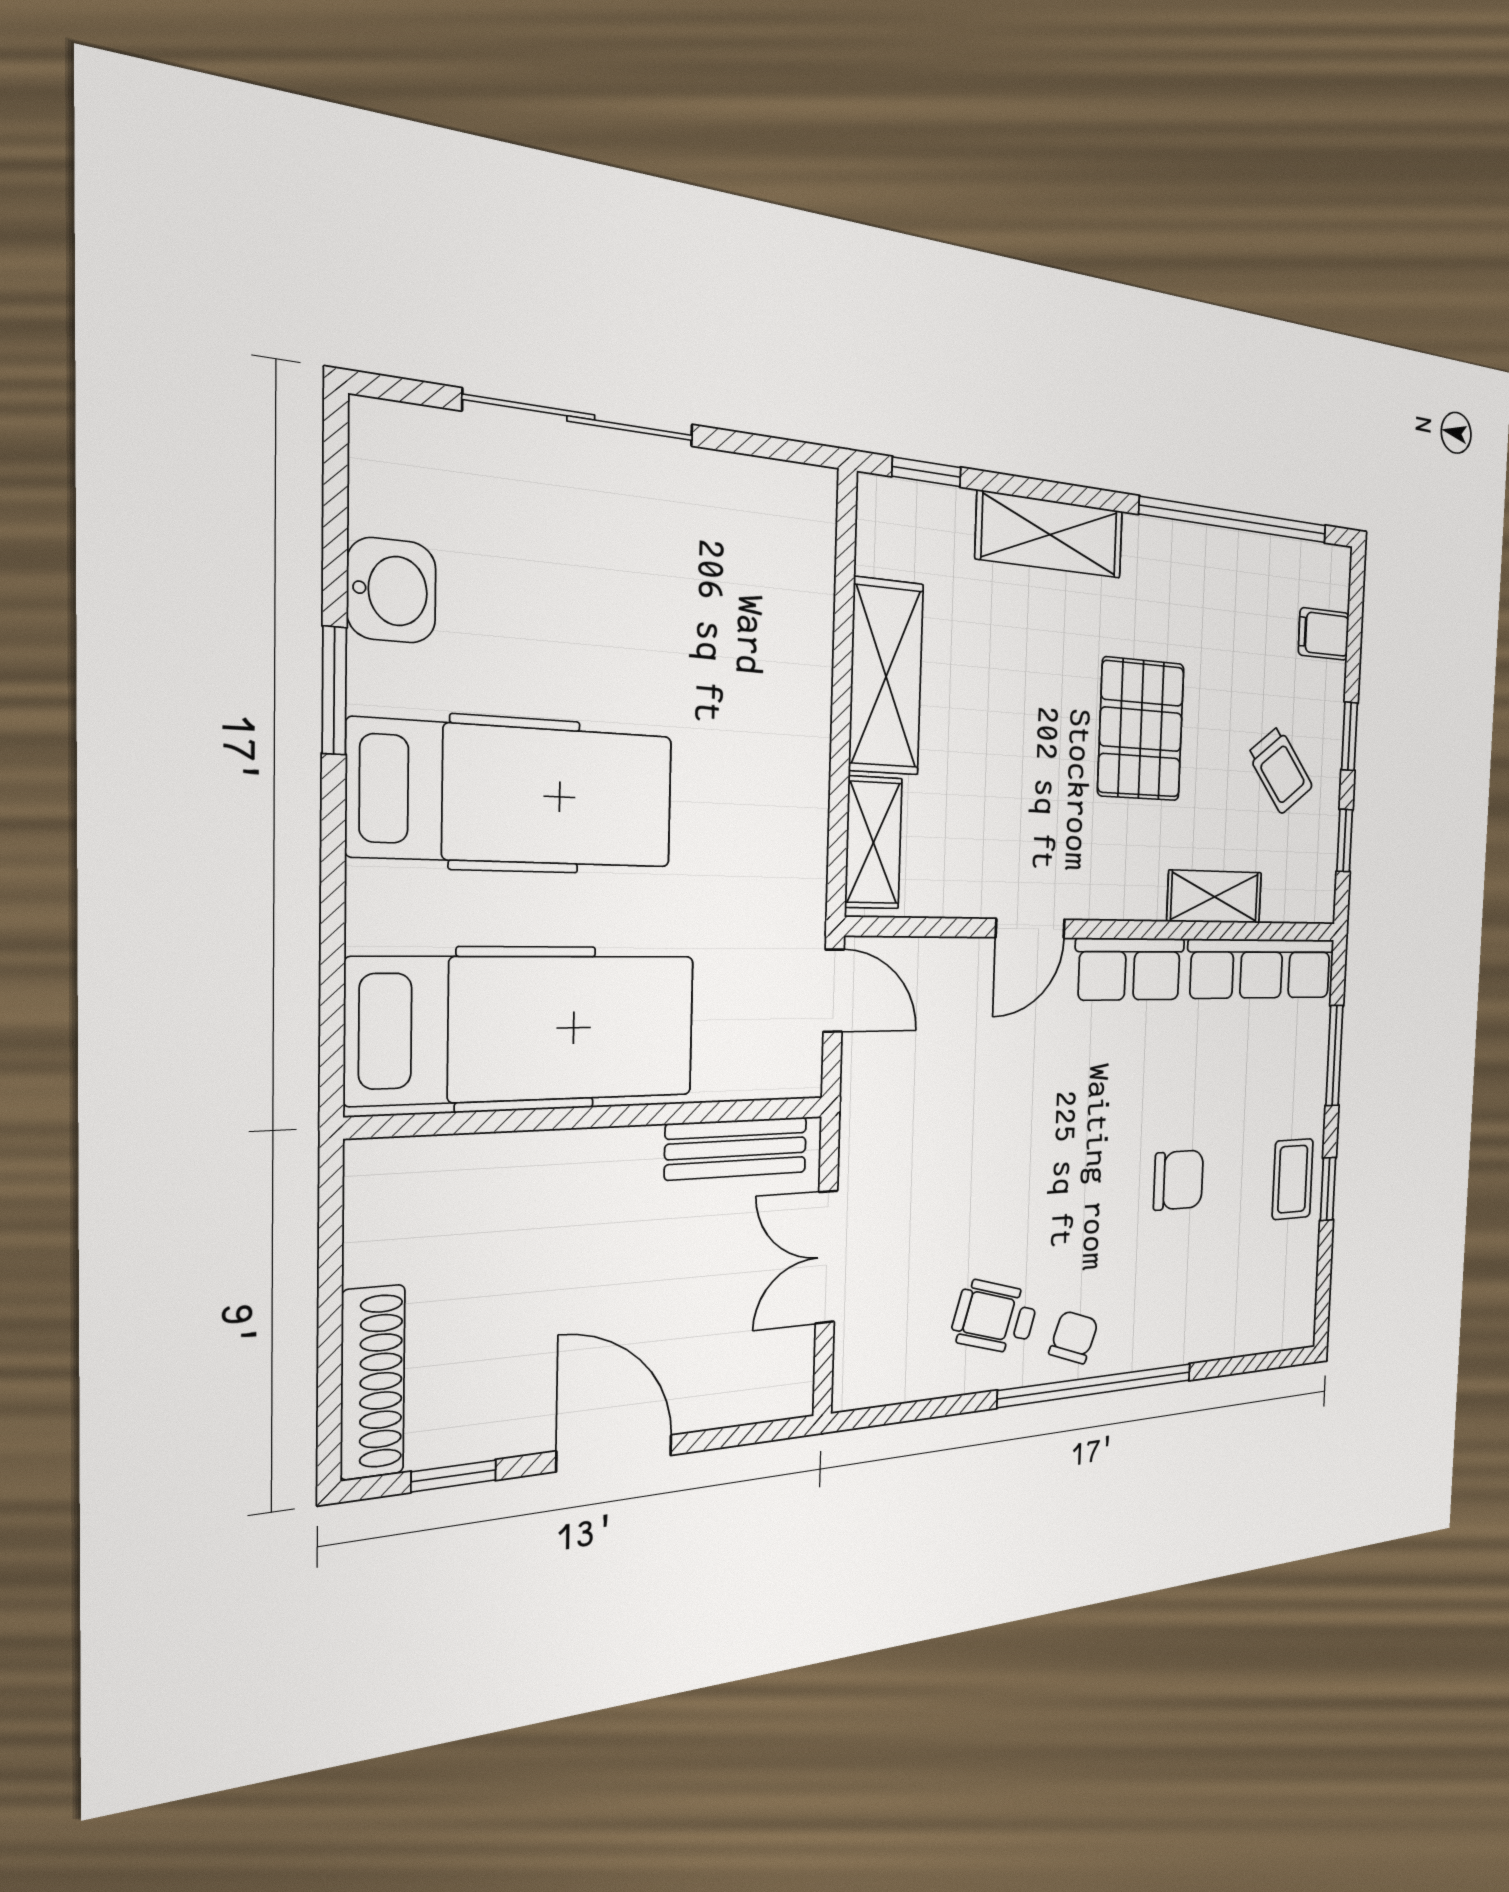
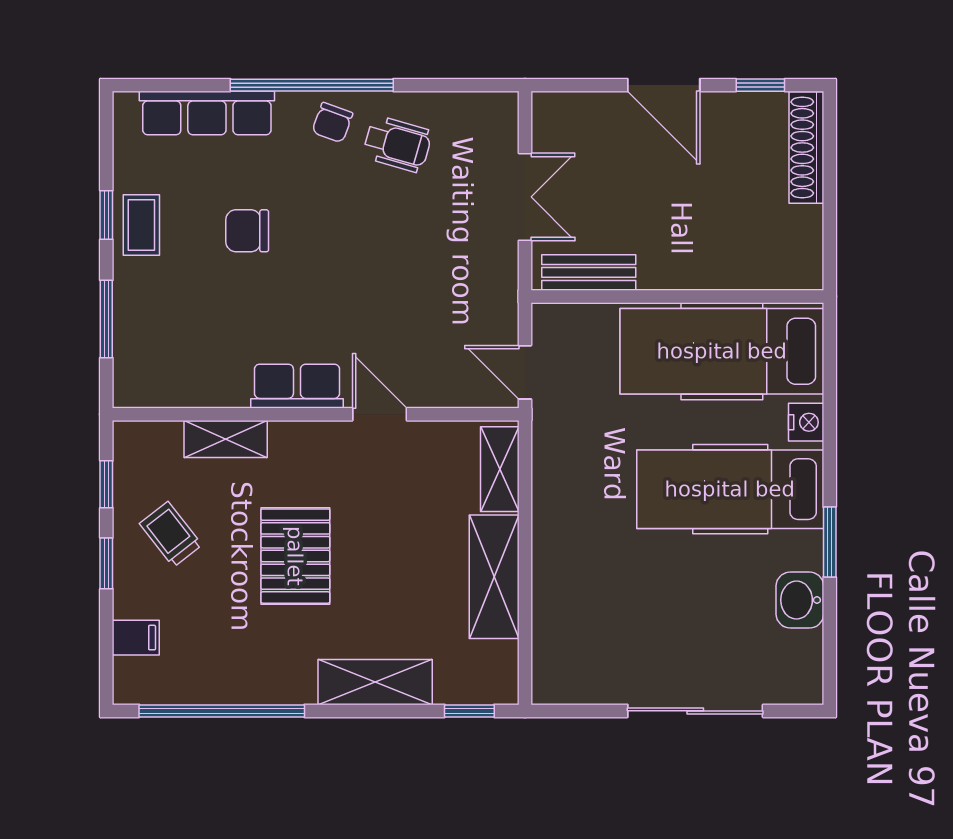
nightstand: (377, 907) -> (806, 422), added
door: (1030, 928) -> (380, 414), hinge flipped
row of seats: (1261, 969) -> (207, 113), moved, turned 180

